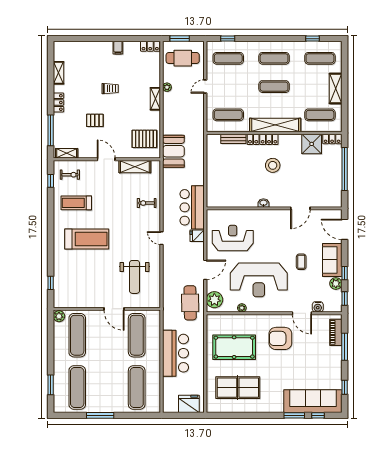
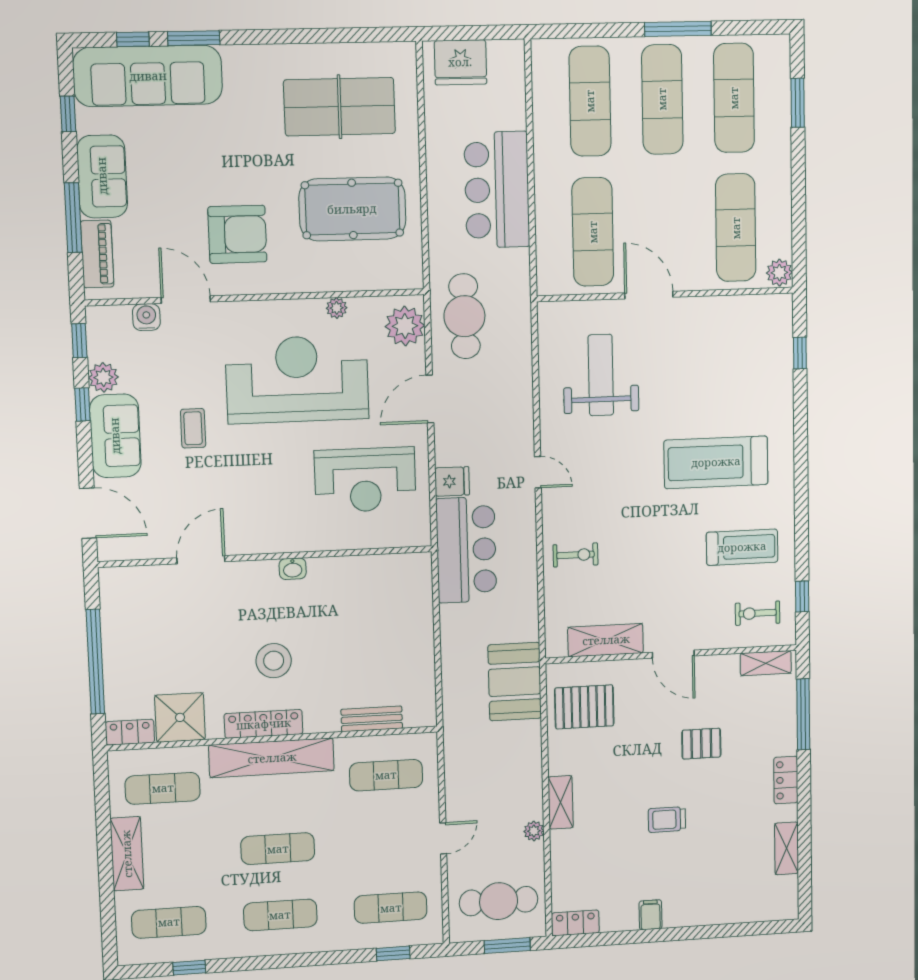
locker: (263, 139) -> (264, 724), moved
sofa: (332, 363) -> (102, 176), added
exercise mat: (107, 387) -> (662, 99), added

